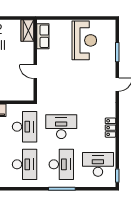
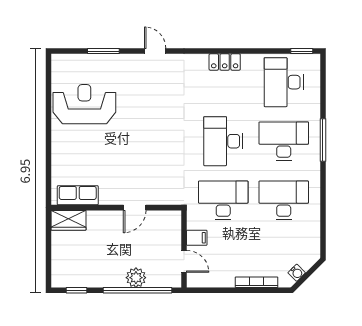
wardrobe: (27, 30) -> (69, 220), moved
row of seats: (43, 36) -> (78, 195), moved
wall: (35, 60) -> (116, 208), moved
door: (35, 72) -> (135, 208), moved

